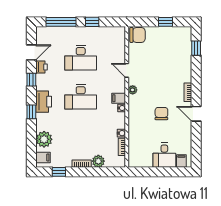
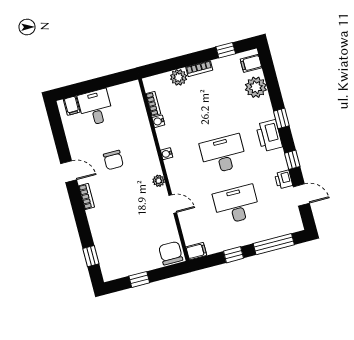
chair: (138, 35) -> (171, 253), turned 90
door: (31, 52) -> (301, 195), swing flipped
filing cabinet: (119, 98) -> (196, 251), moved

